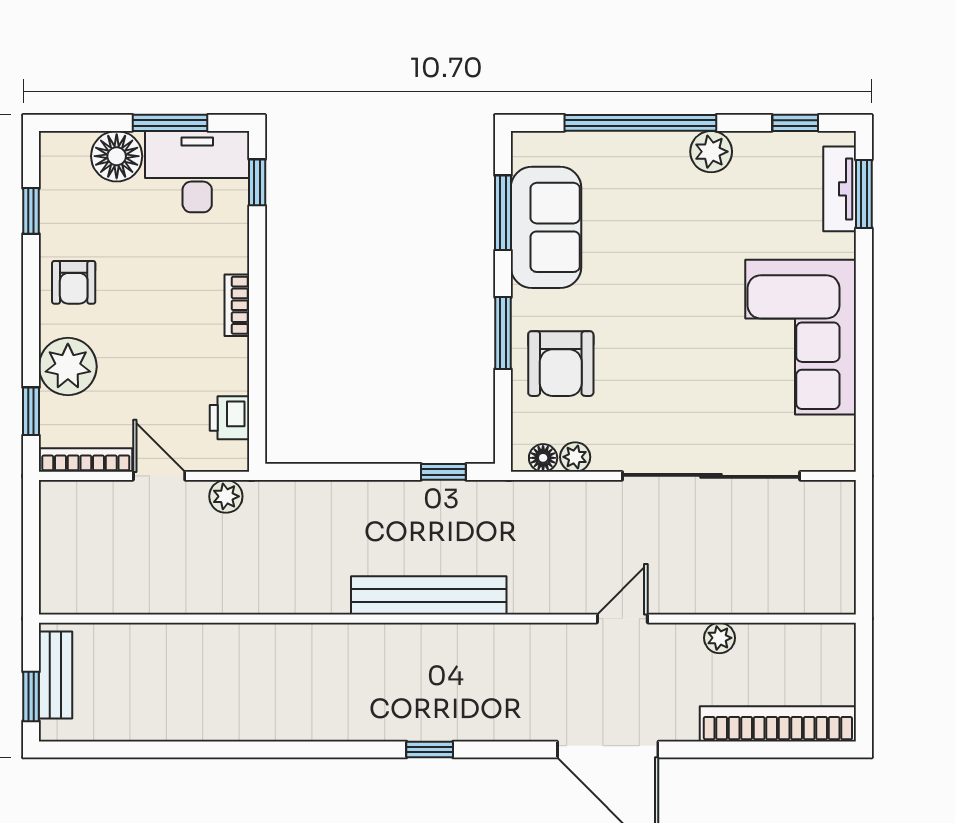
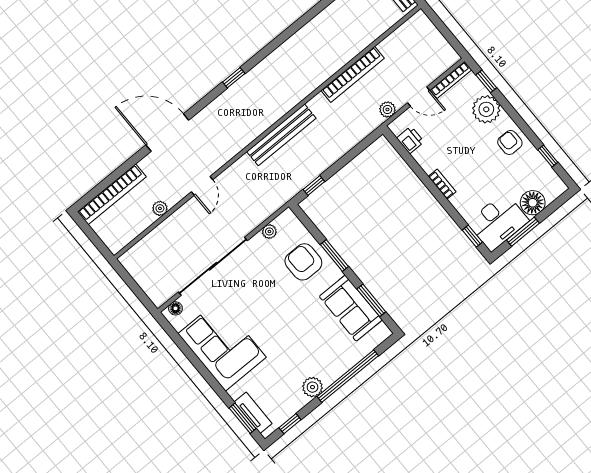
floor lamp: (543, 458) -> (175, 308), moved
bookcase: (235, 598) -> (353, 74), added

